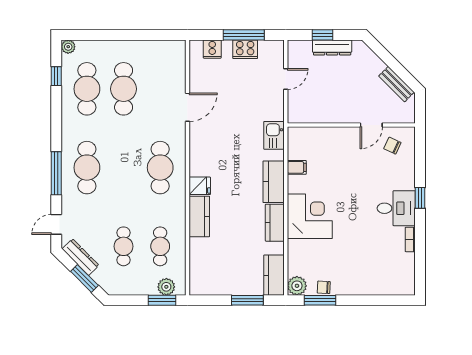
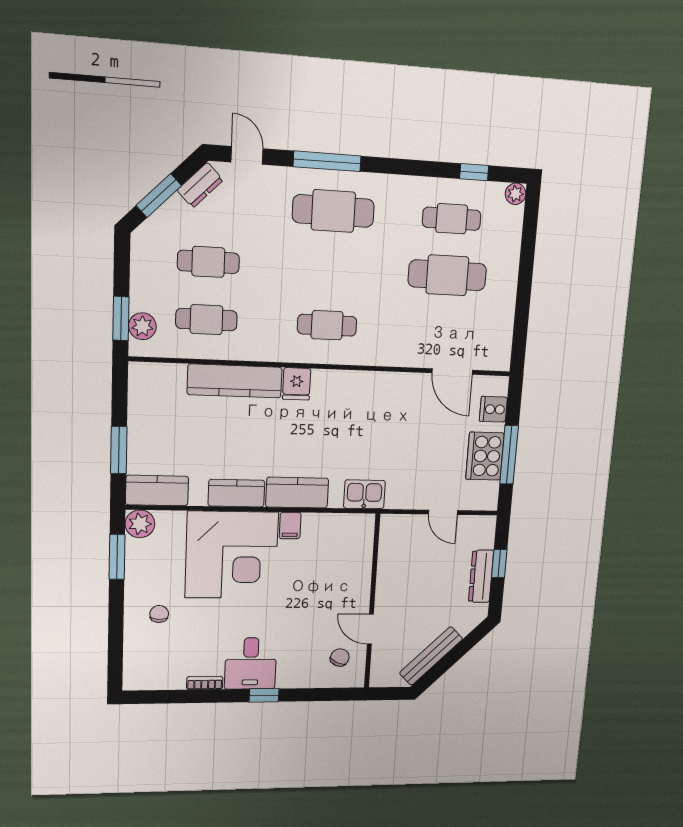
cooker: (245, 49) -> (485, 456), width x1.37, depth x1.31
bench: (397, 84) -> (431, 656), width x1.36
cafe table: (87, 89) -> (452, 219), width x0.73, depth x0.74
door: (187, 107) -> (452, 372), moved
filing cabinet: (297, 167) -> (290, 526), moved
cafe table: (160, 168) -> (327, 325), width x0.73, depth x0.74
kitchen counter: (199, 216) -> (235, 381), width x1.50
corner desk: (310, 216) -> (232, 555), width x1.36, depth x1.36
dresser: (81, 257) -> (200, 185), width x0.70
chair: (324, 287) -> (159, 614), moved

